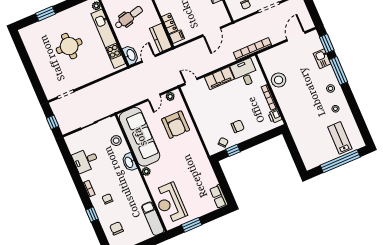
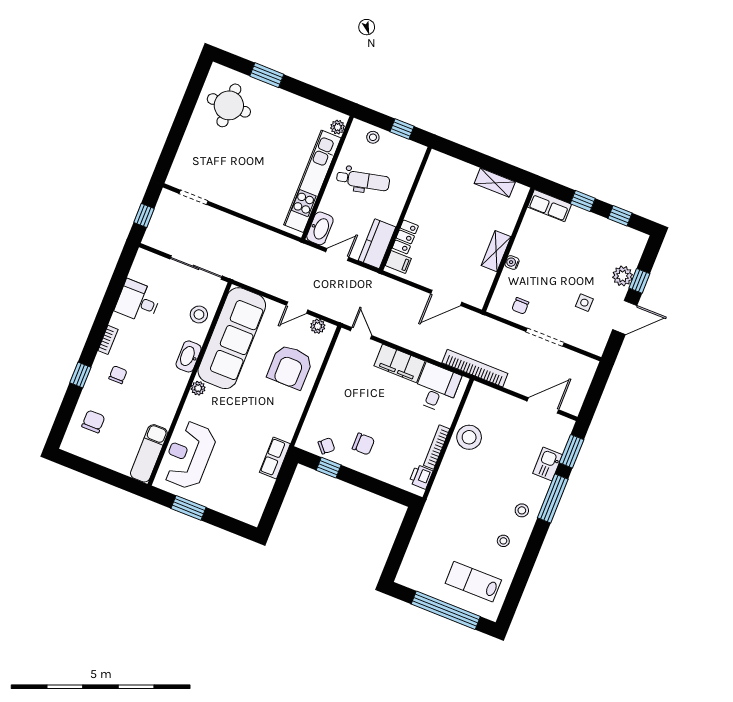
round table: (69, 46) -> (229, 105), moved
lab bench: (340, 138) -> (473, 582), turned -90
row of seats: (219, 197) -> (275, 458), moved

